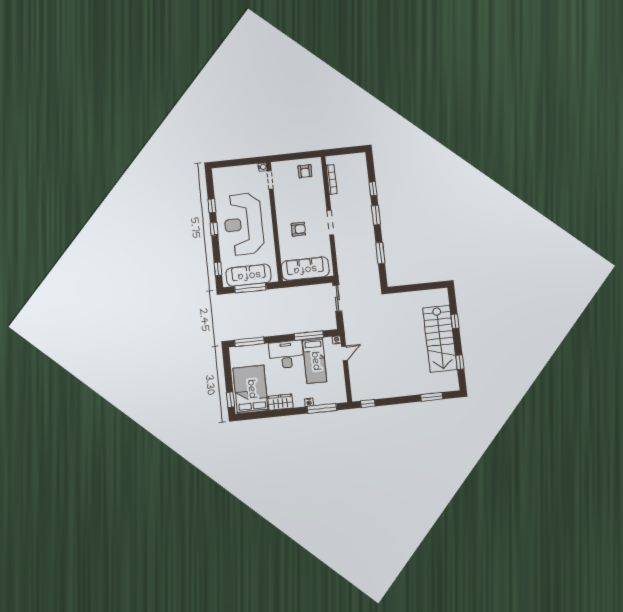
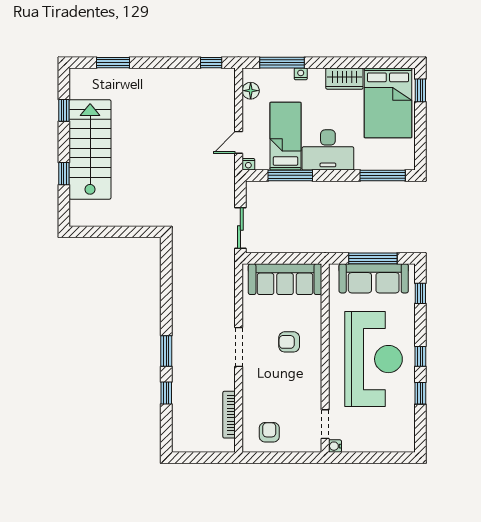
window: (380, 253) -> (166, 291), removed
floor lamp: (340, 388) -> (251, 91), added

